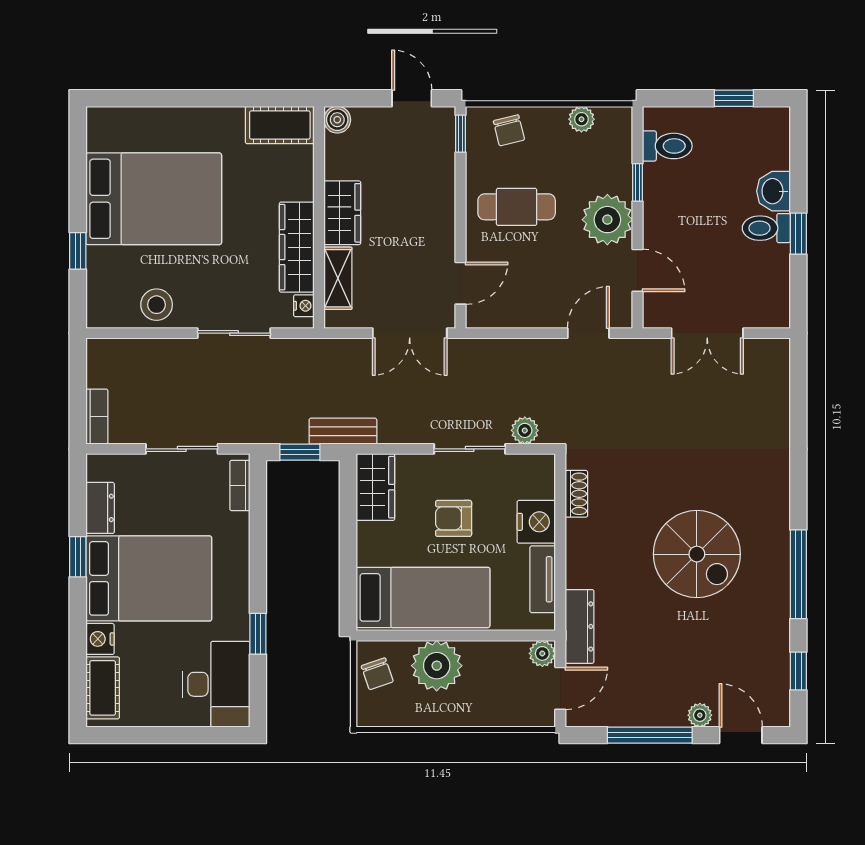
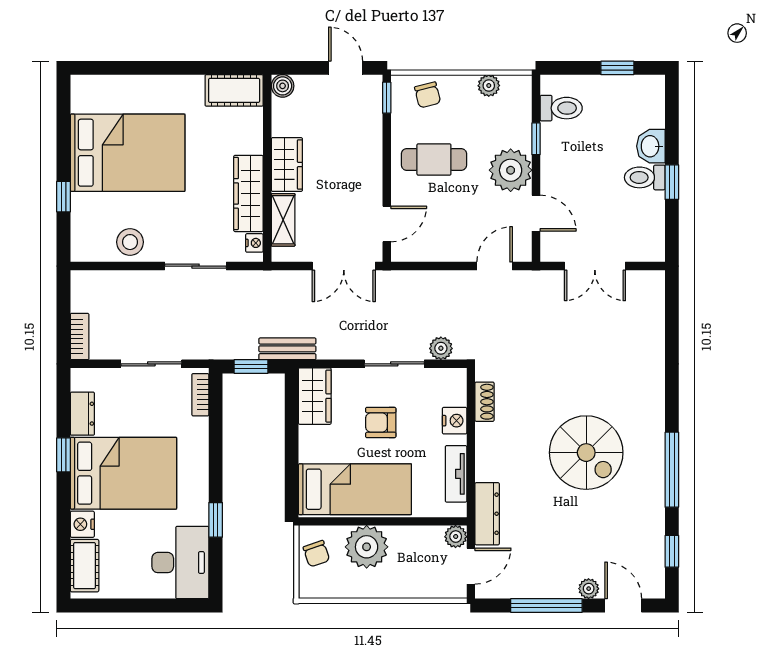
nightstand: (536, 522) -> (455, 421), width x0.74, depth x0.75

